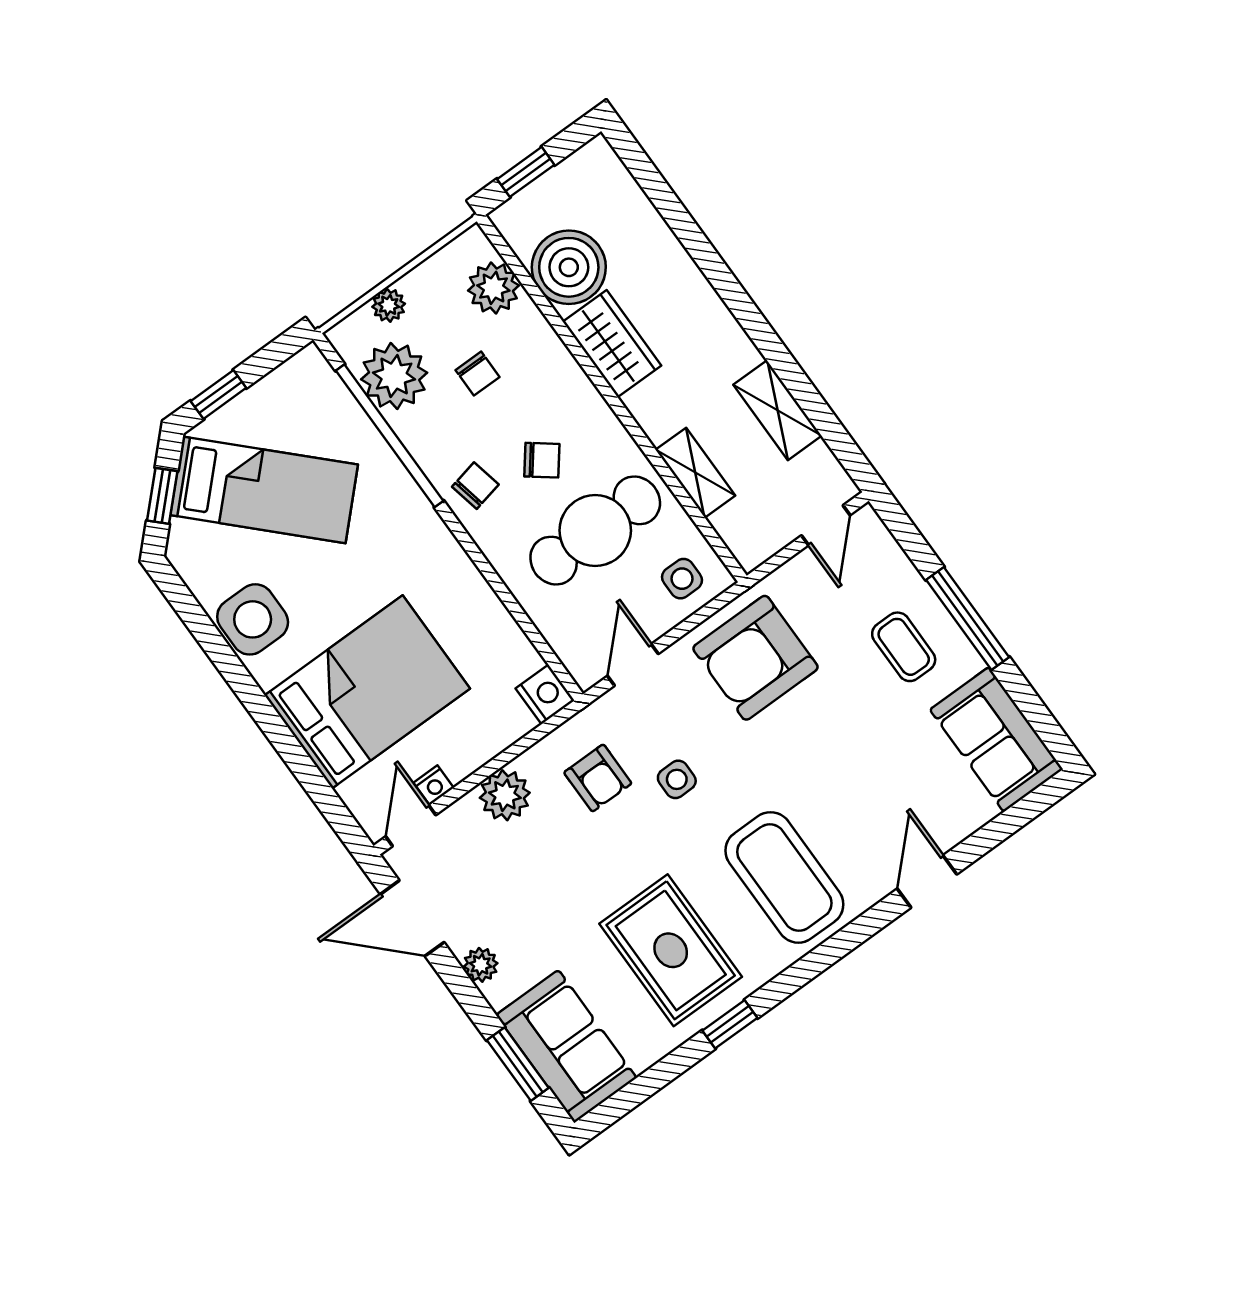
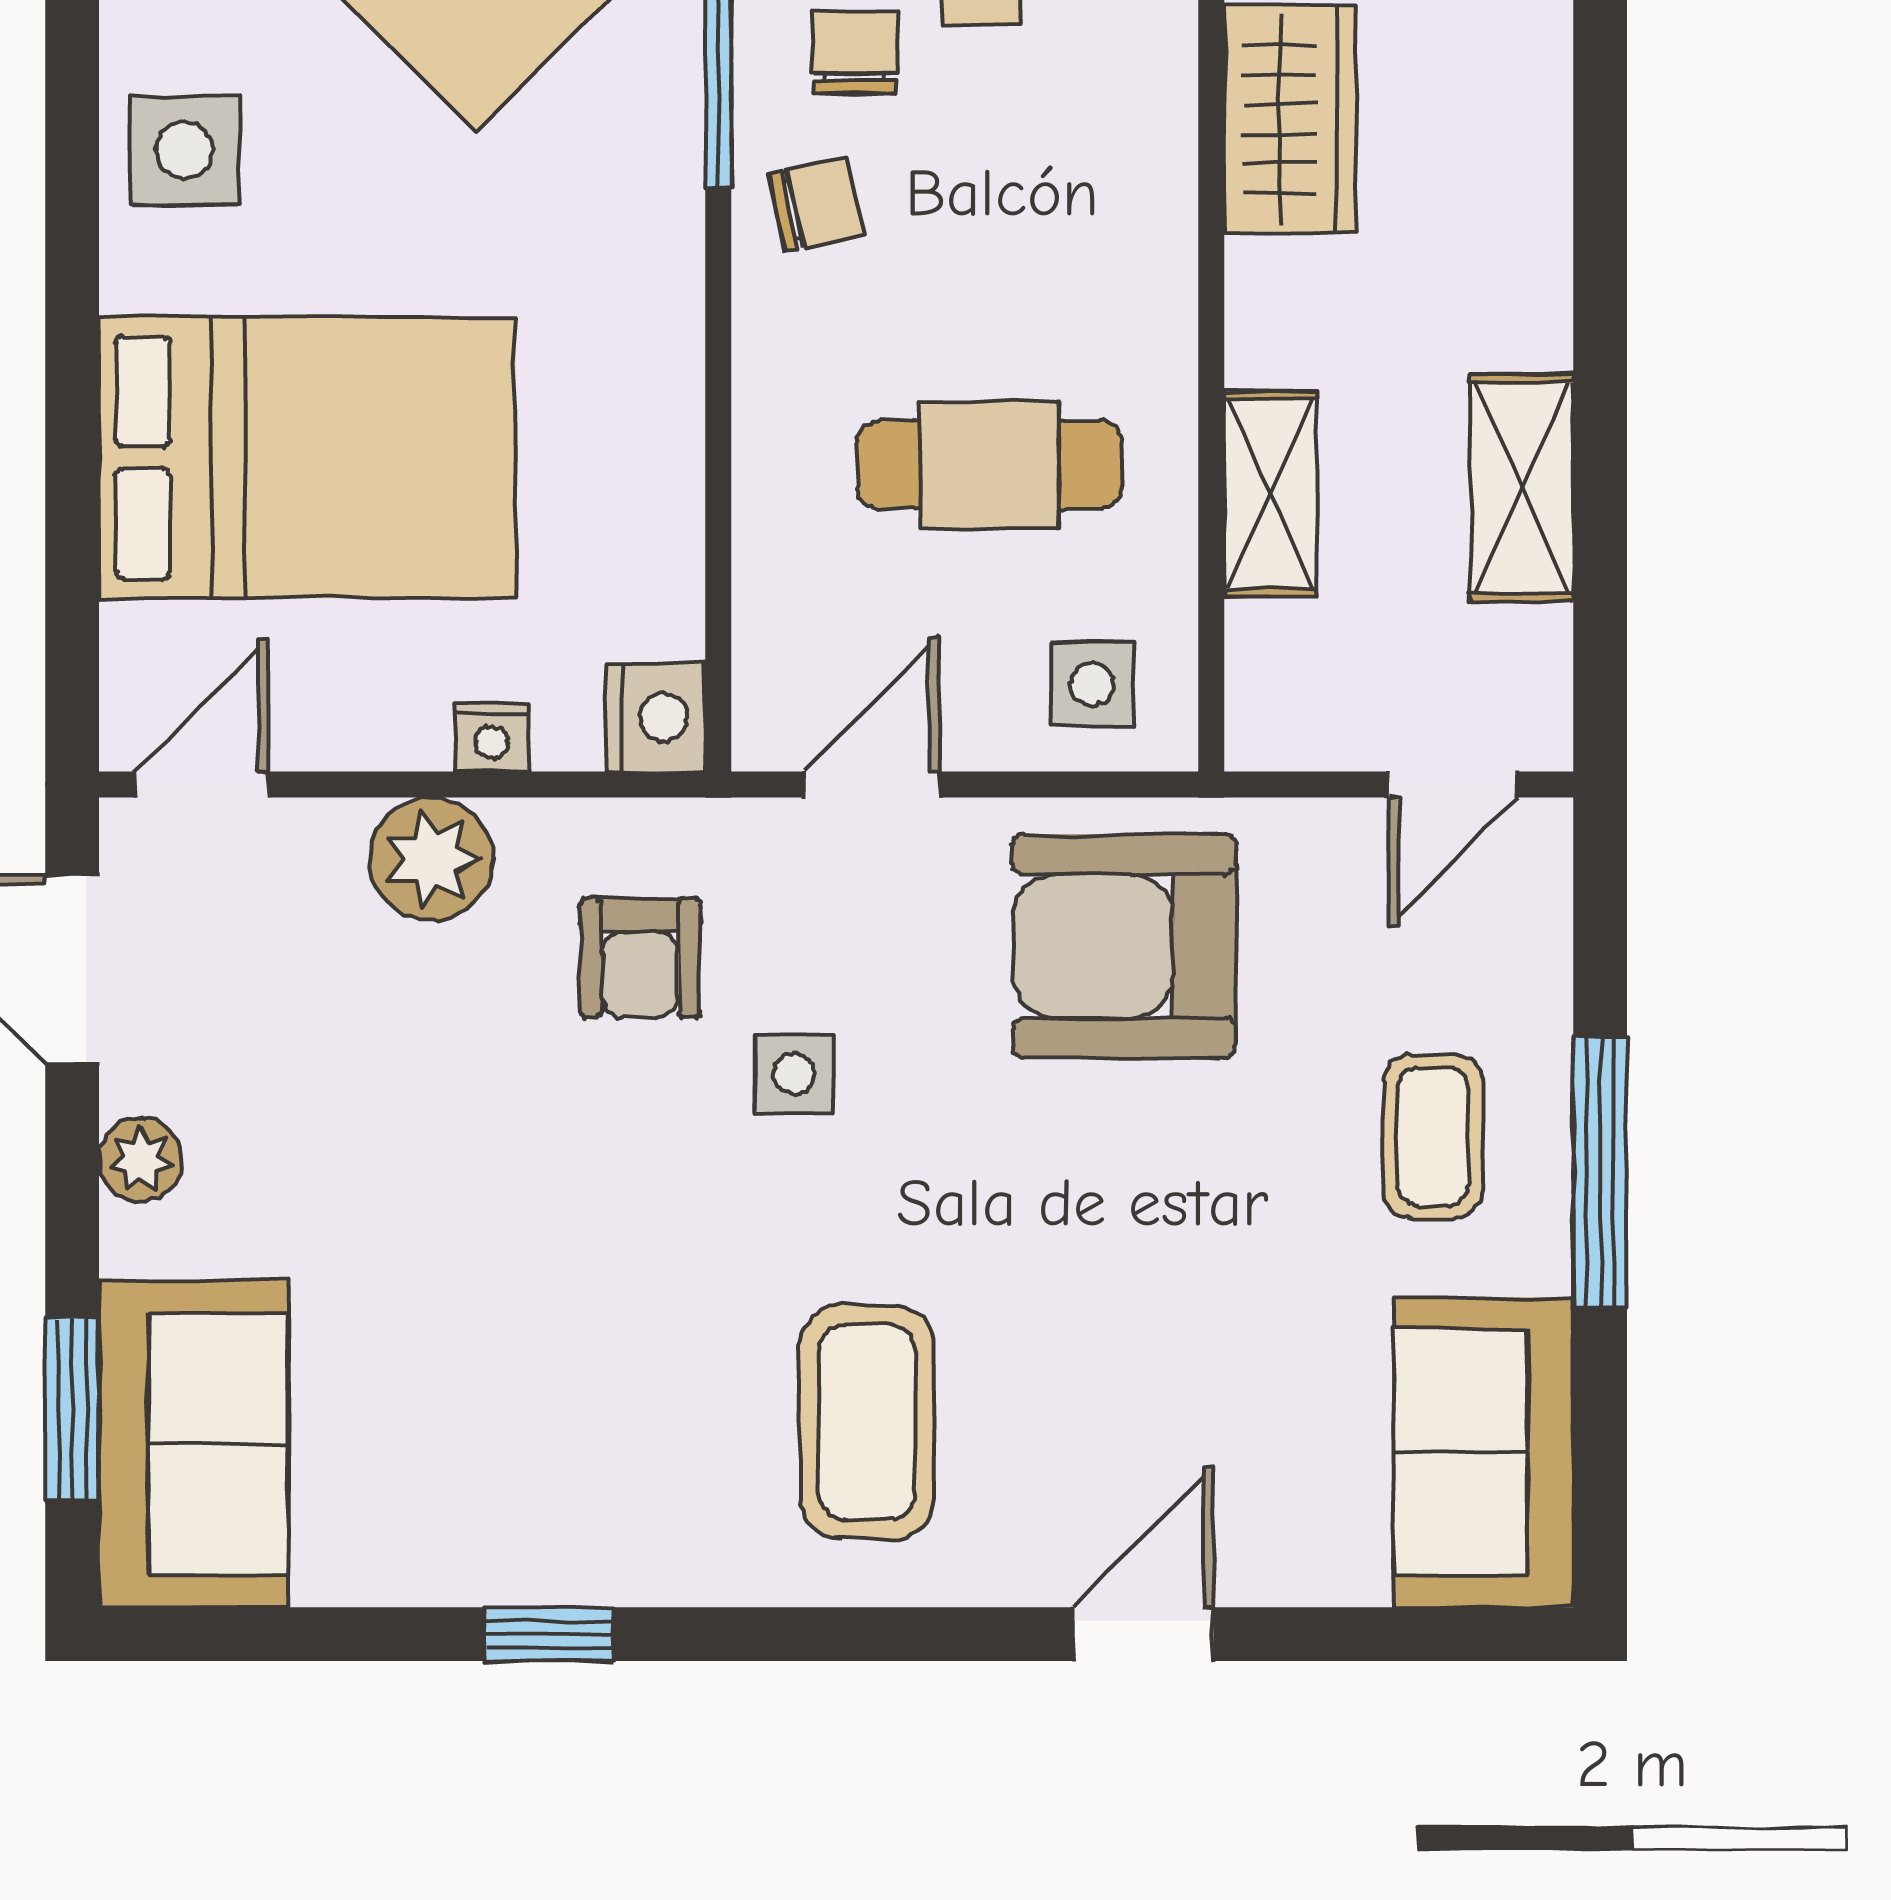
chair: (542, 460) -> (855, 53), moved, turned -128
cafe table: (595, 530) -> (989, 465), width x0.73, depth x0.74
side table: (253, 619) -> (184, 150), width x0.73, depth x0.73
nightstand: (434, 785) -> (492, 737), moved
coffee table: (784, 877) -> (867, 1422), width x0.73, depth x0.76
rug: (671, 950) -> (538, 1403), removed

